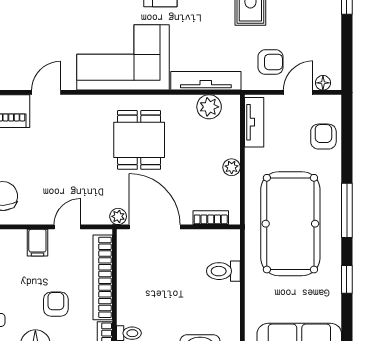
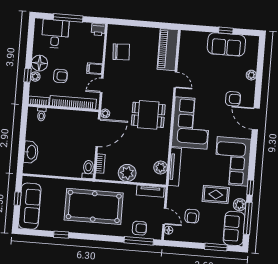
armchair: (271, 62) -> (192, 216), moved
dining table: (139, 140) -> (148, 115), moved
plant: (232, 167) -> (127, 173), width x1.88, depth x1.88
window: (347, 210) -> (139, 241), moved
door: (67, 227) -> (102, 85), swing flipped
toilet: (223, 271) -> (88, 169), moved

